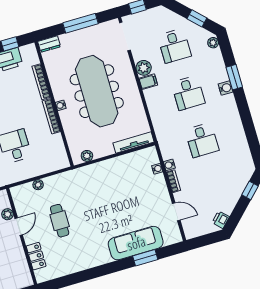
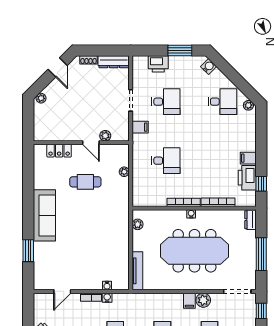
sofa: (136, 243) -> (44, 215), moved

